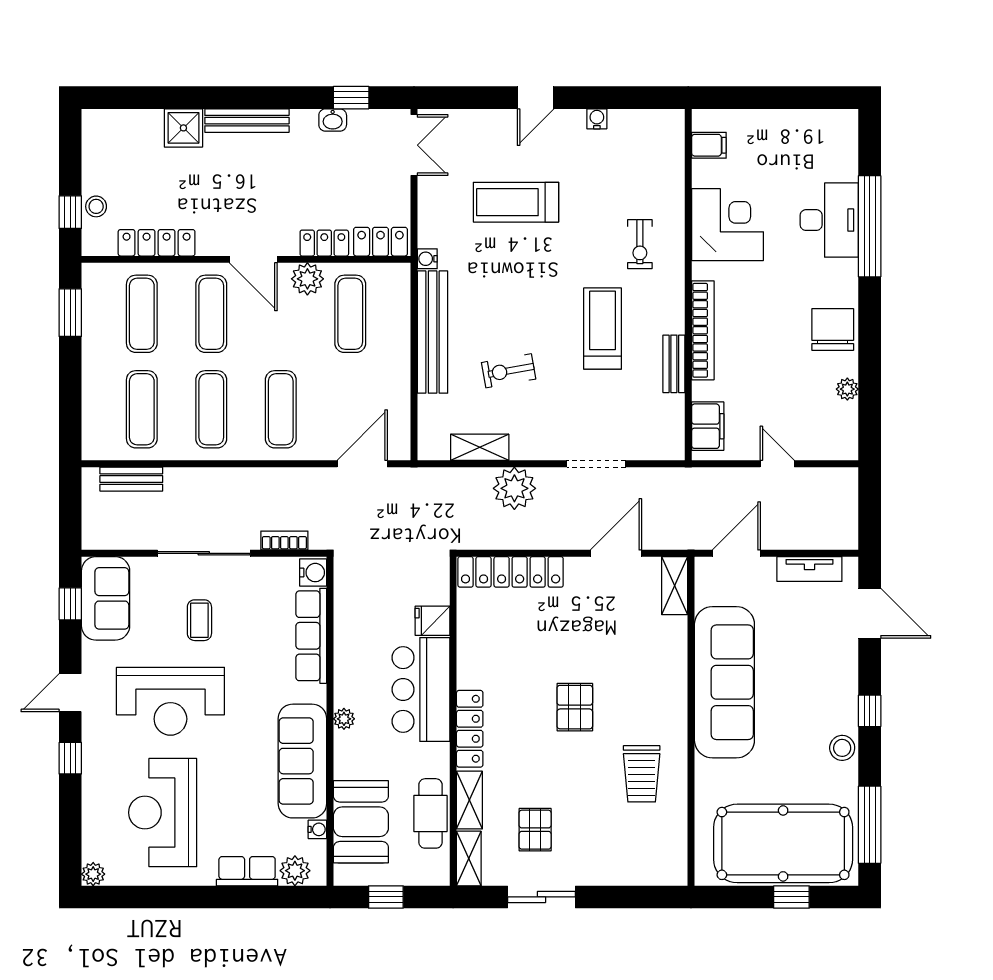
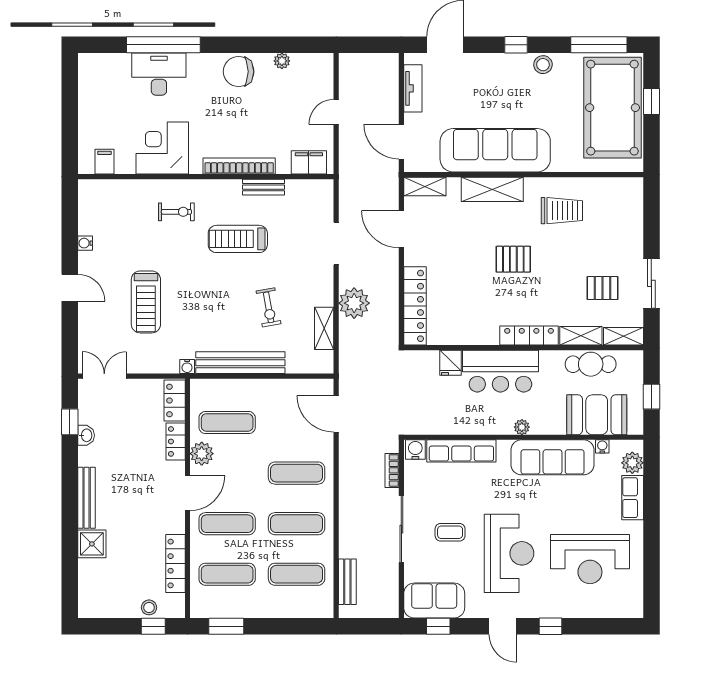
shelving: (671, 678) -> (492, 189), added
plant: (93, 874) -> (635, 610), removed

